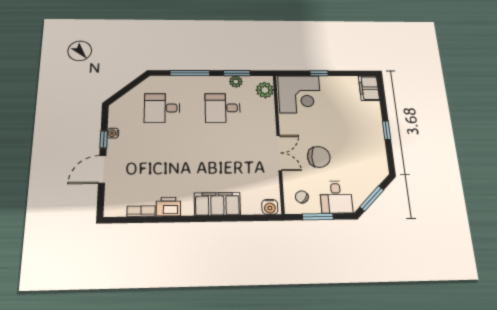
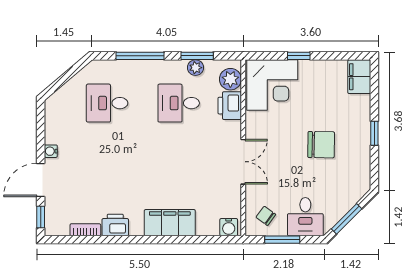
printer: (265, 110) -> (230, 106), added
water cooler: (113, 133) -> (51, 151), moved
window: (104, 139) -> (41, 217), moved
chair: (319, 157) -> (321, 145), moved

